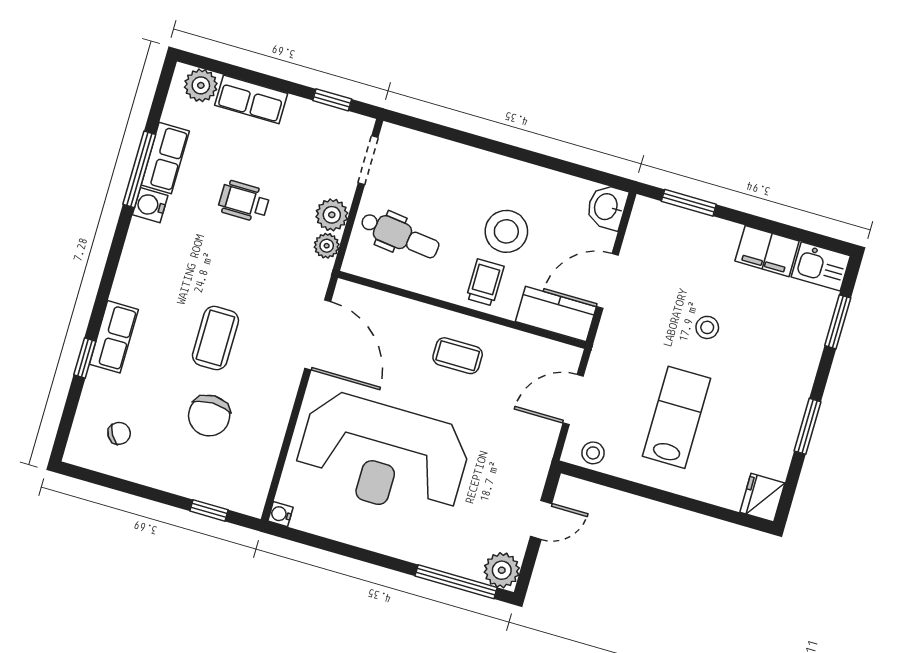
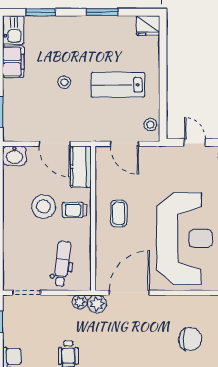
plant: (332, 215) -> (97, 304), moved
coffee table: (215, 338) -> (147, 348), removed

